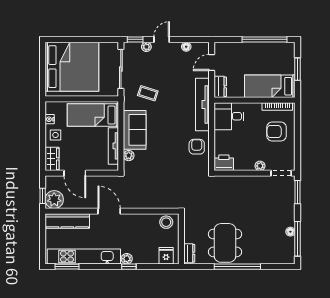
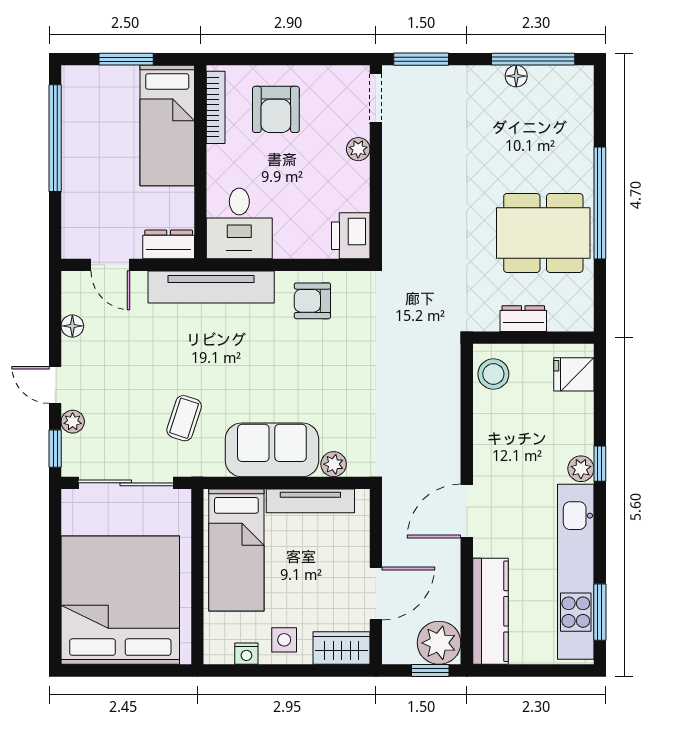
dresser: (189, 253) -> (523, 319), moved

